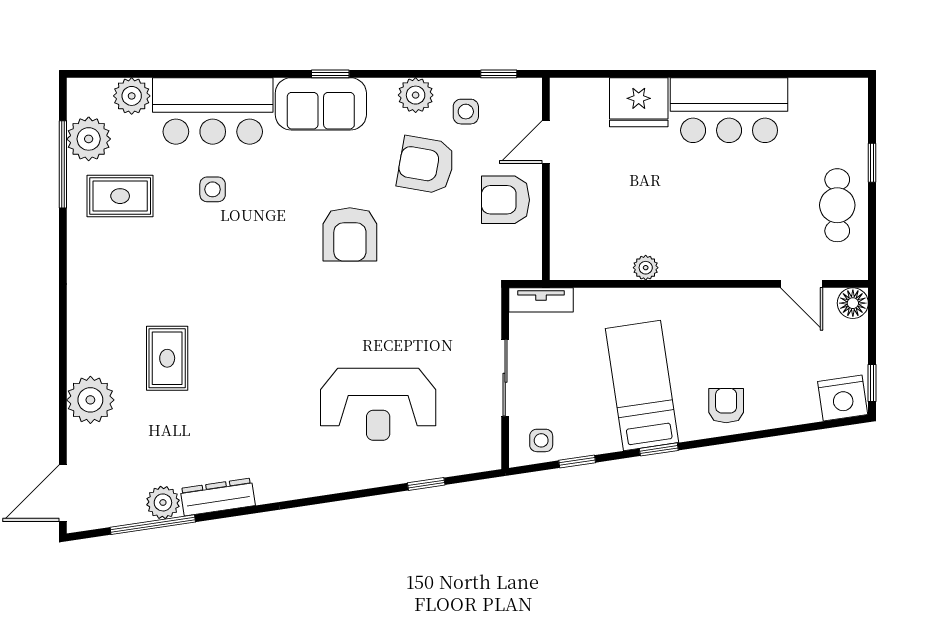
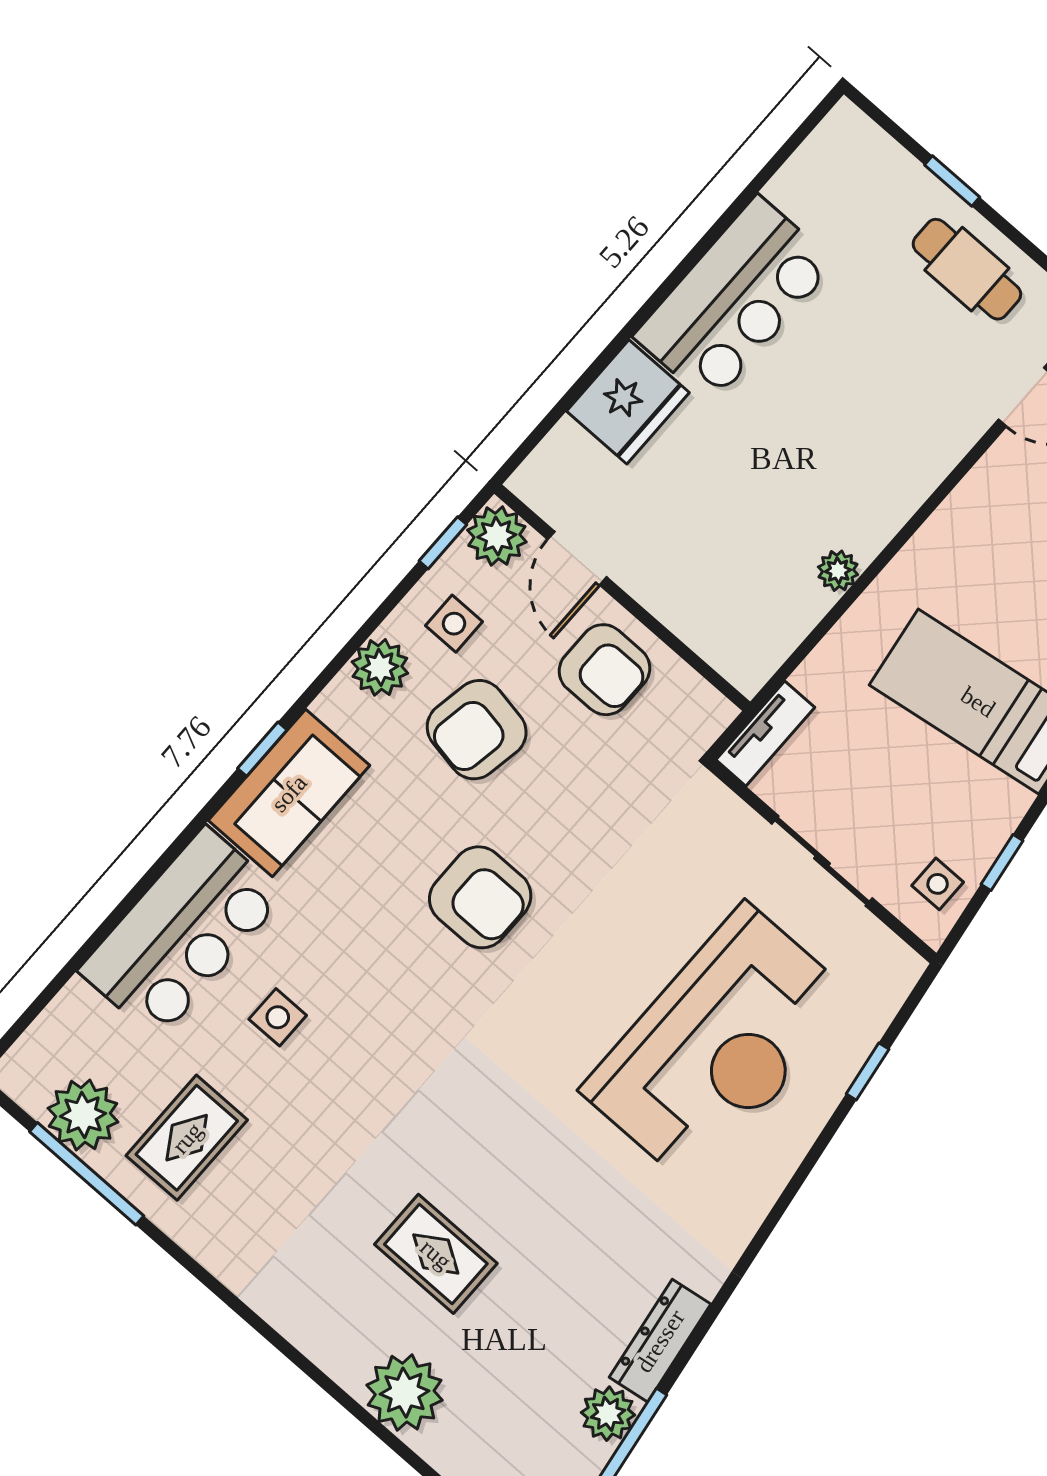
plant: (132, 96) -> (497, 536), moved
armchair: (505, 200) -> (604, 670), turned -90
reception desk: (378, 404) -> (718, 1045), width x1.36, depth x1.30

